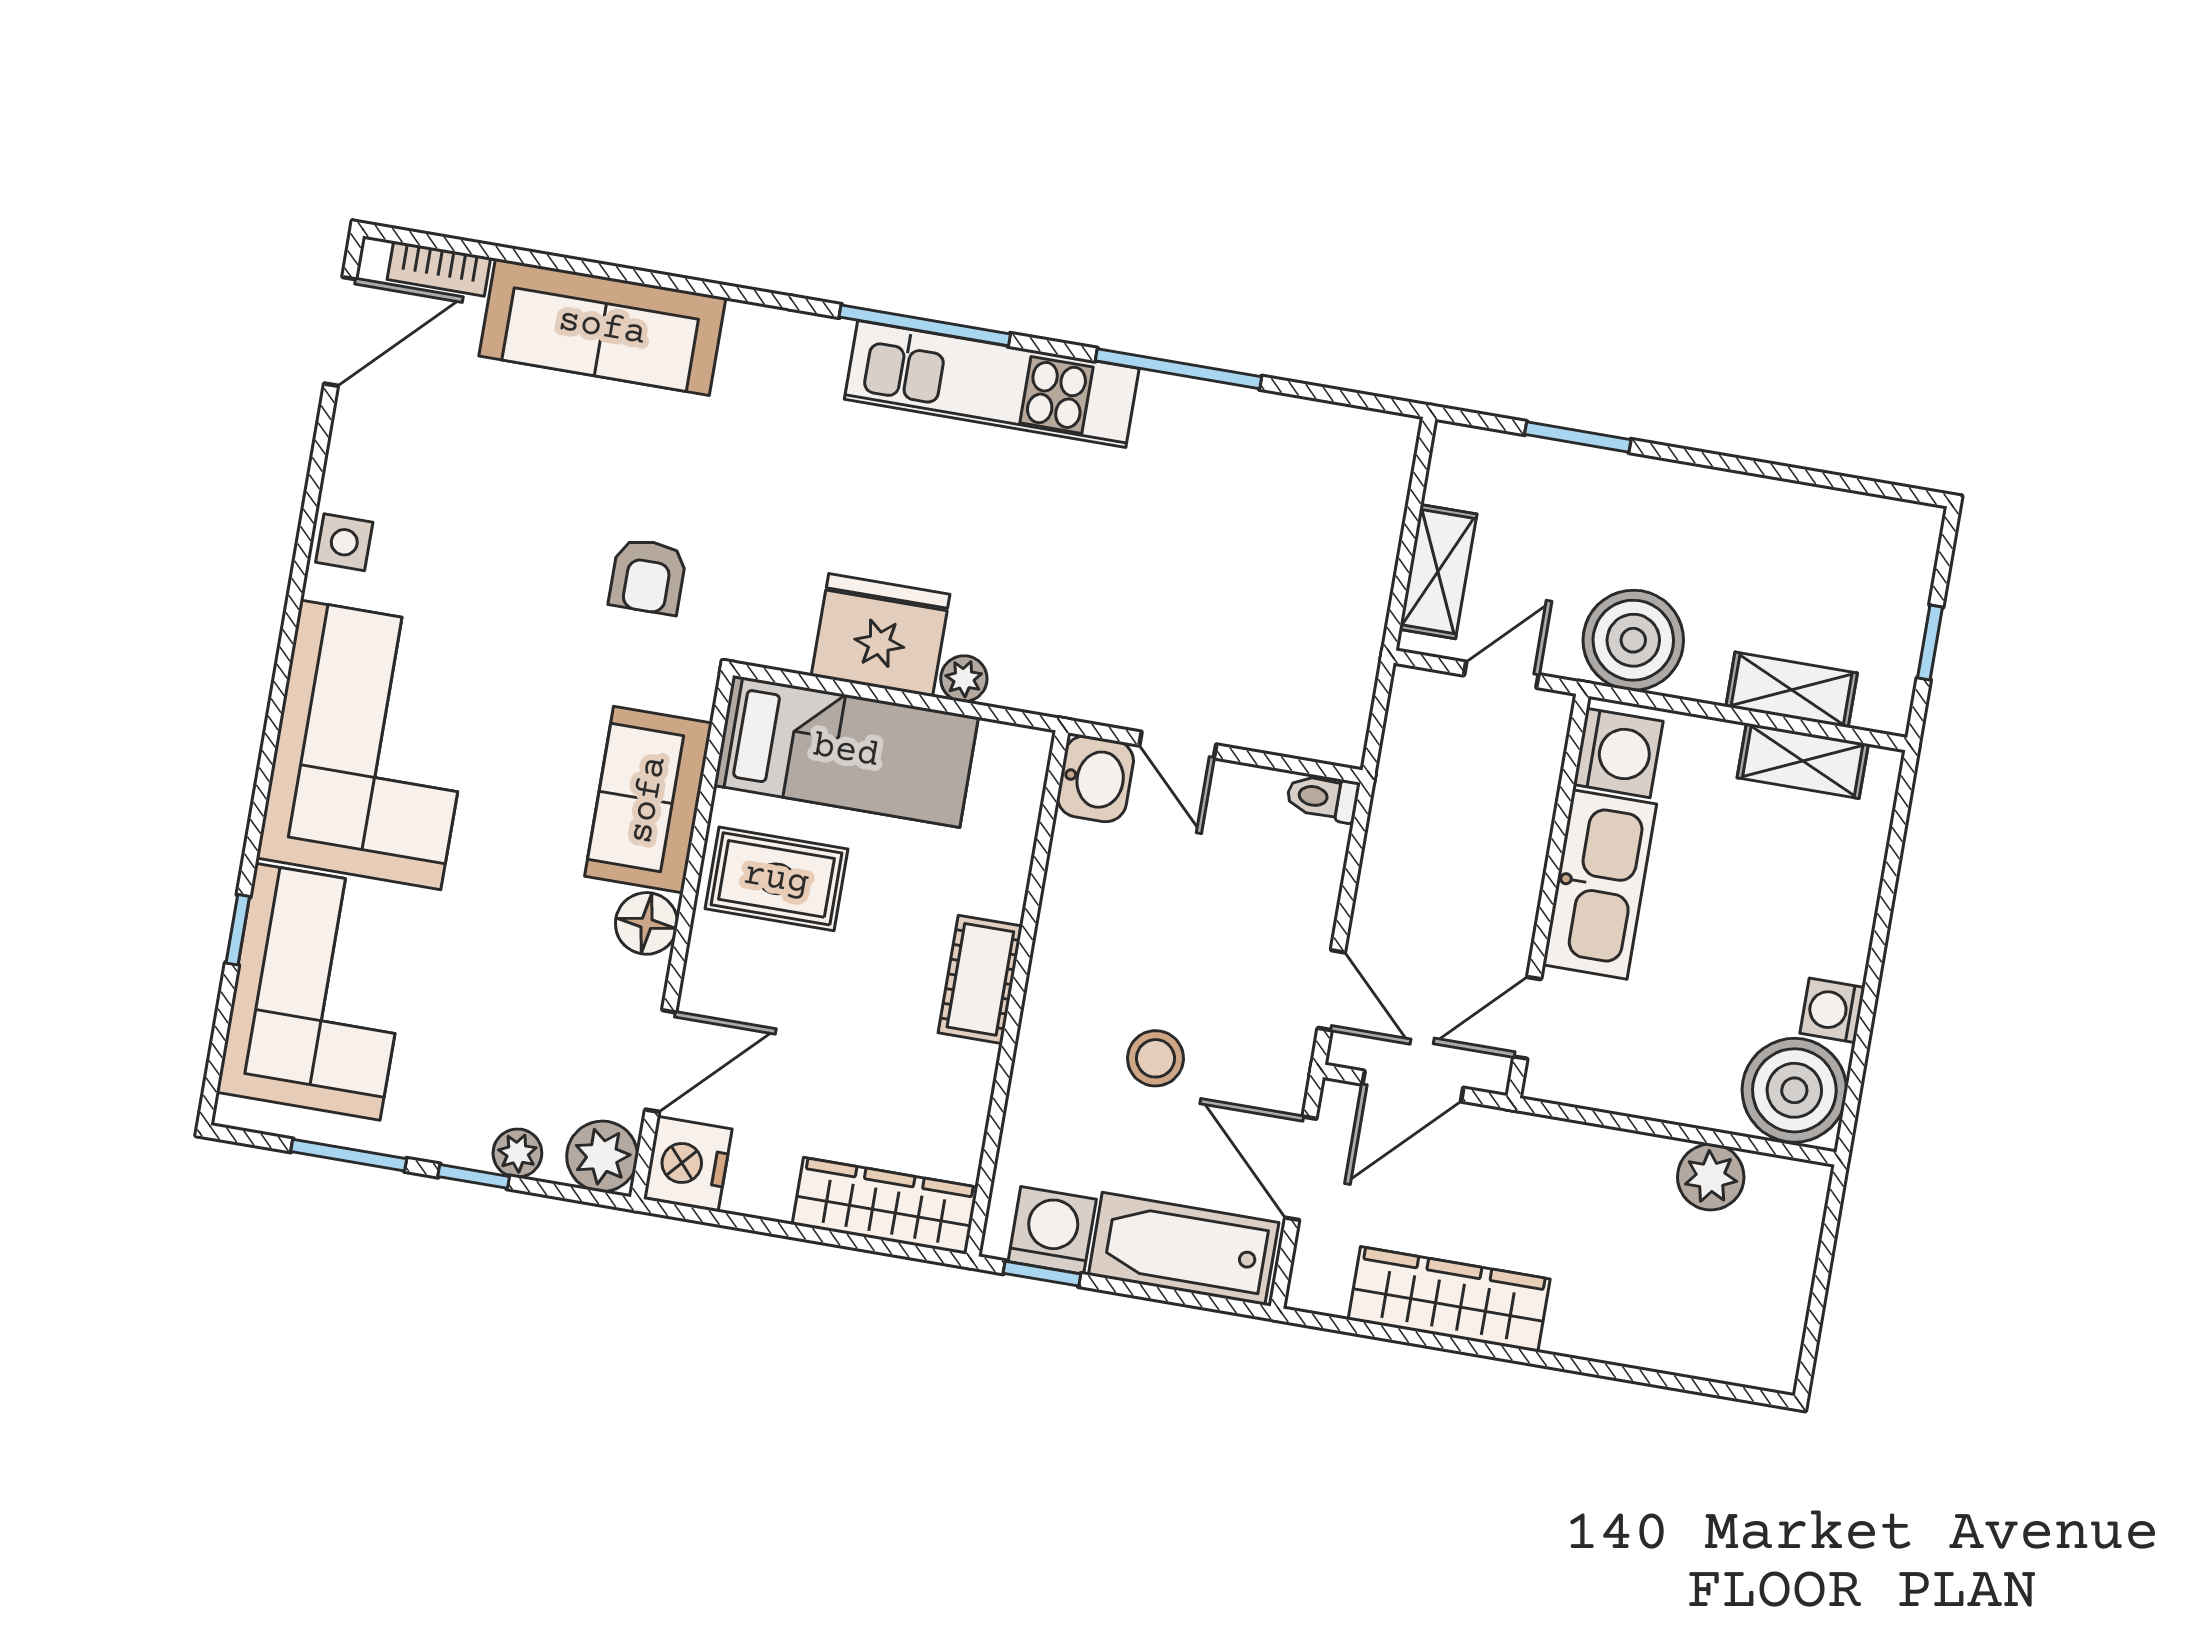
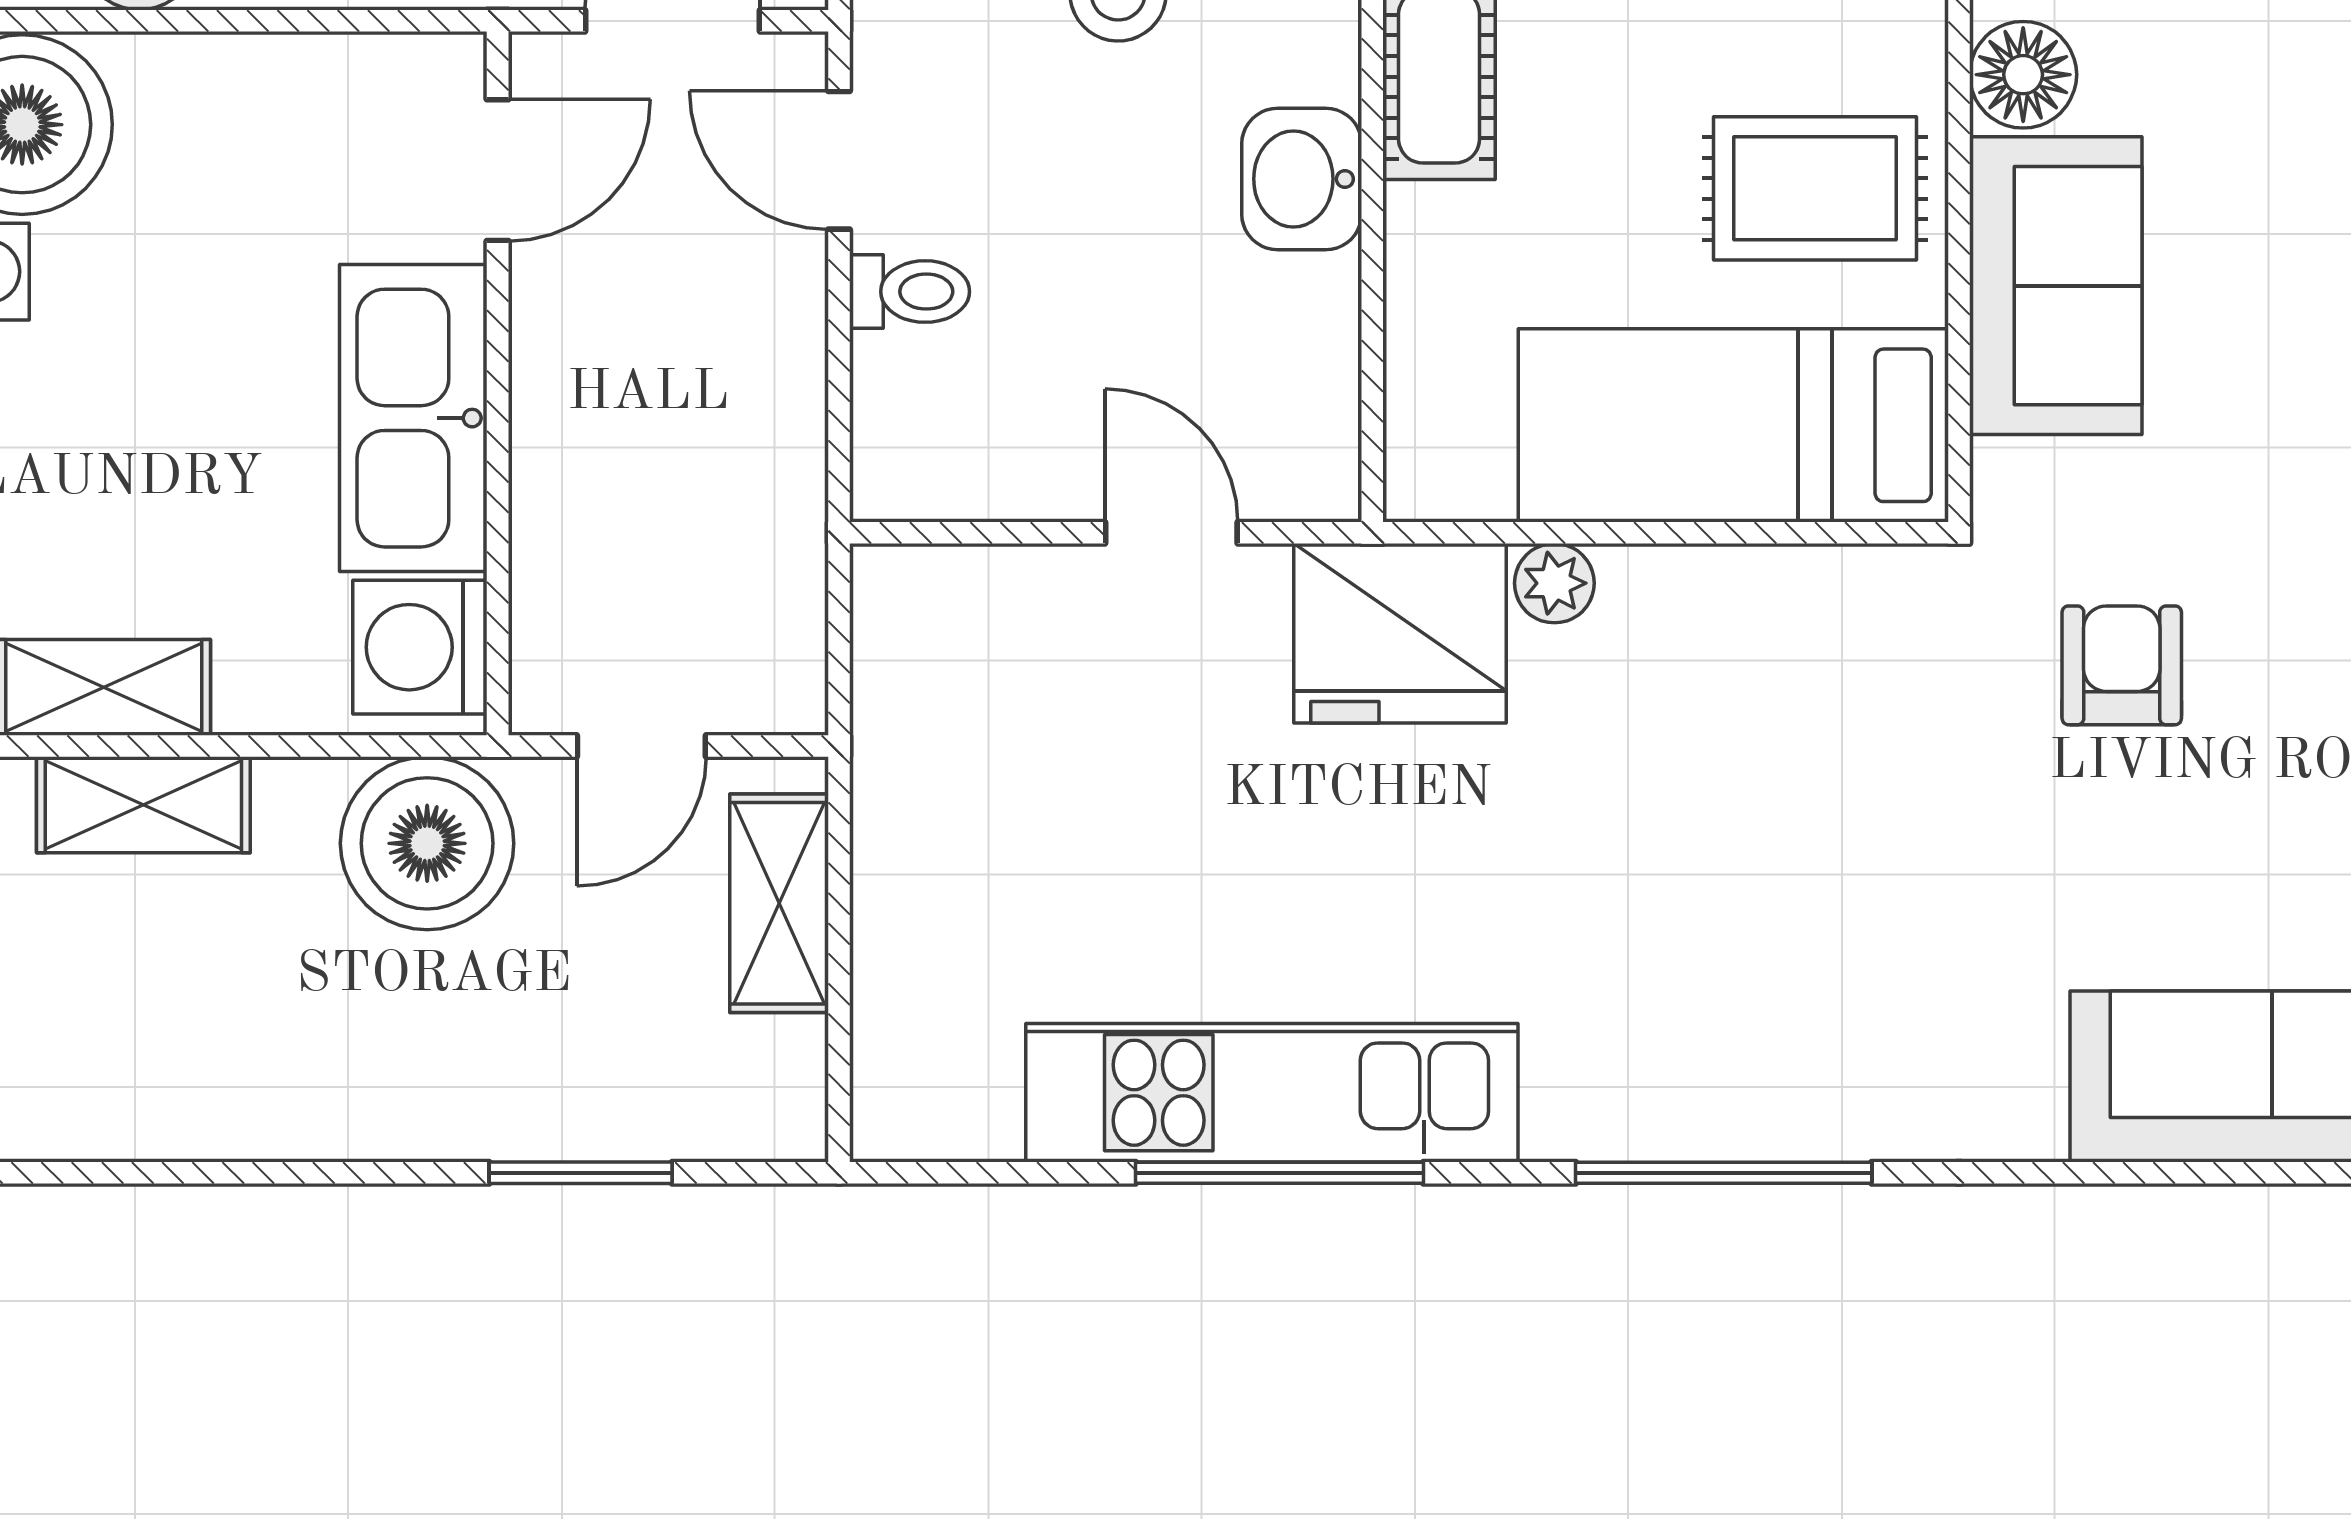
kitchen unit: (992, 384) -> (1272, 1093), moved
fridge: (881, 635) -> (1400, 633), moved
washbasin: (1095, 779) -> (1302, 179), moved
toilet: (1323, 798) -> (910, 292), moved

